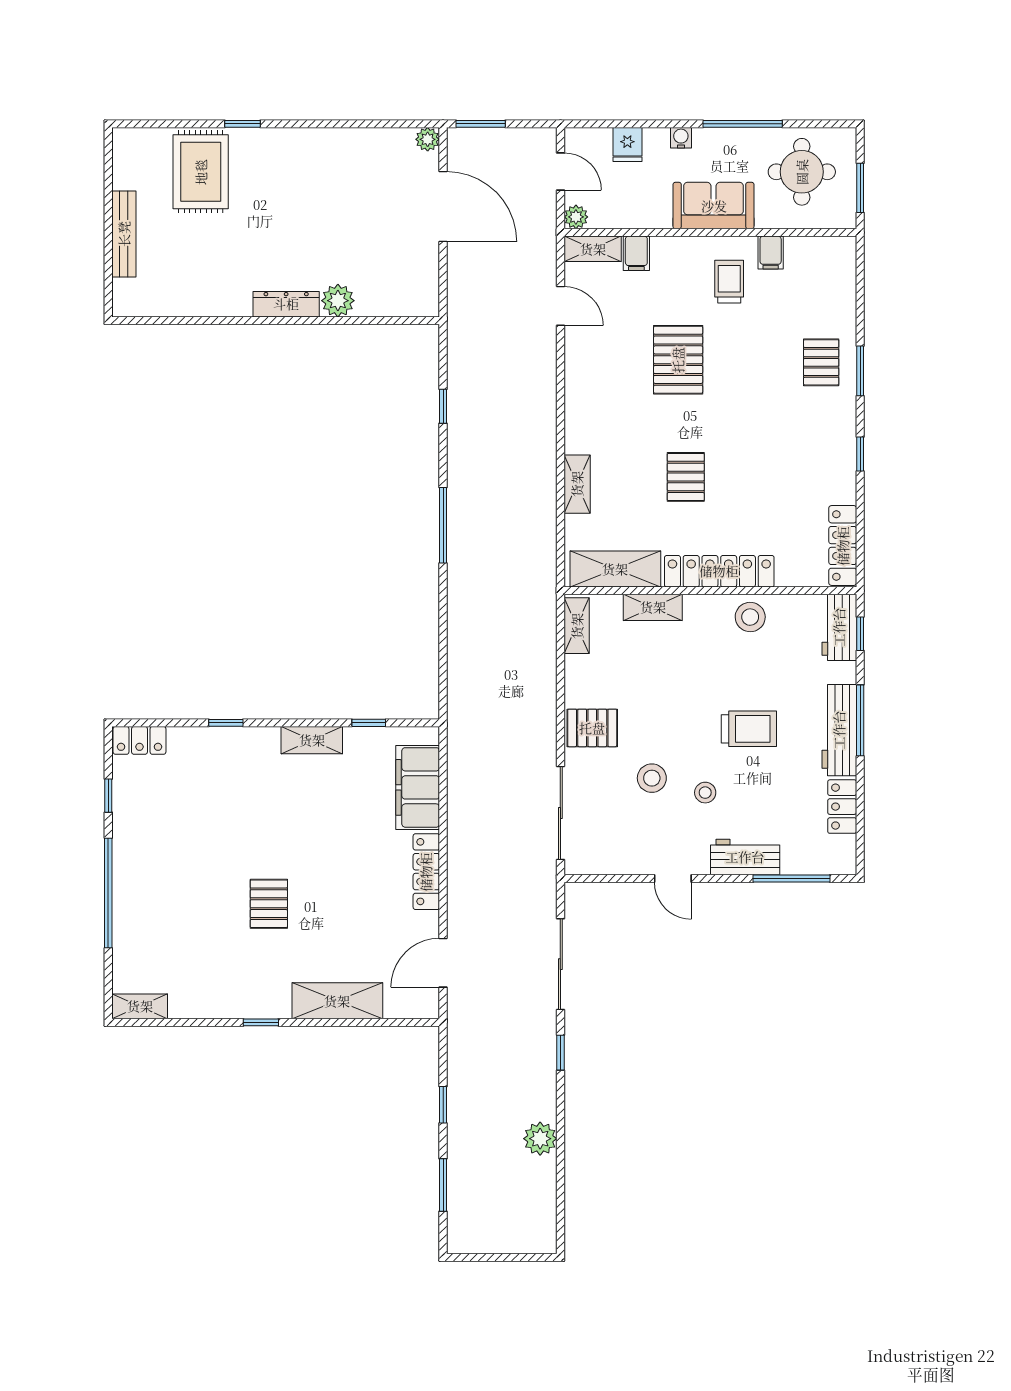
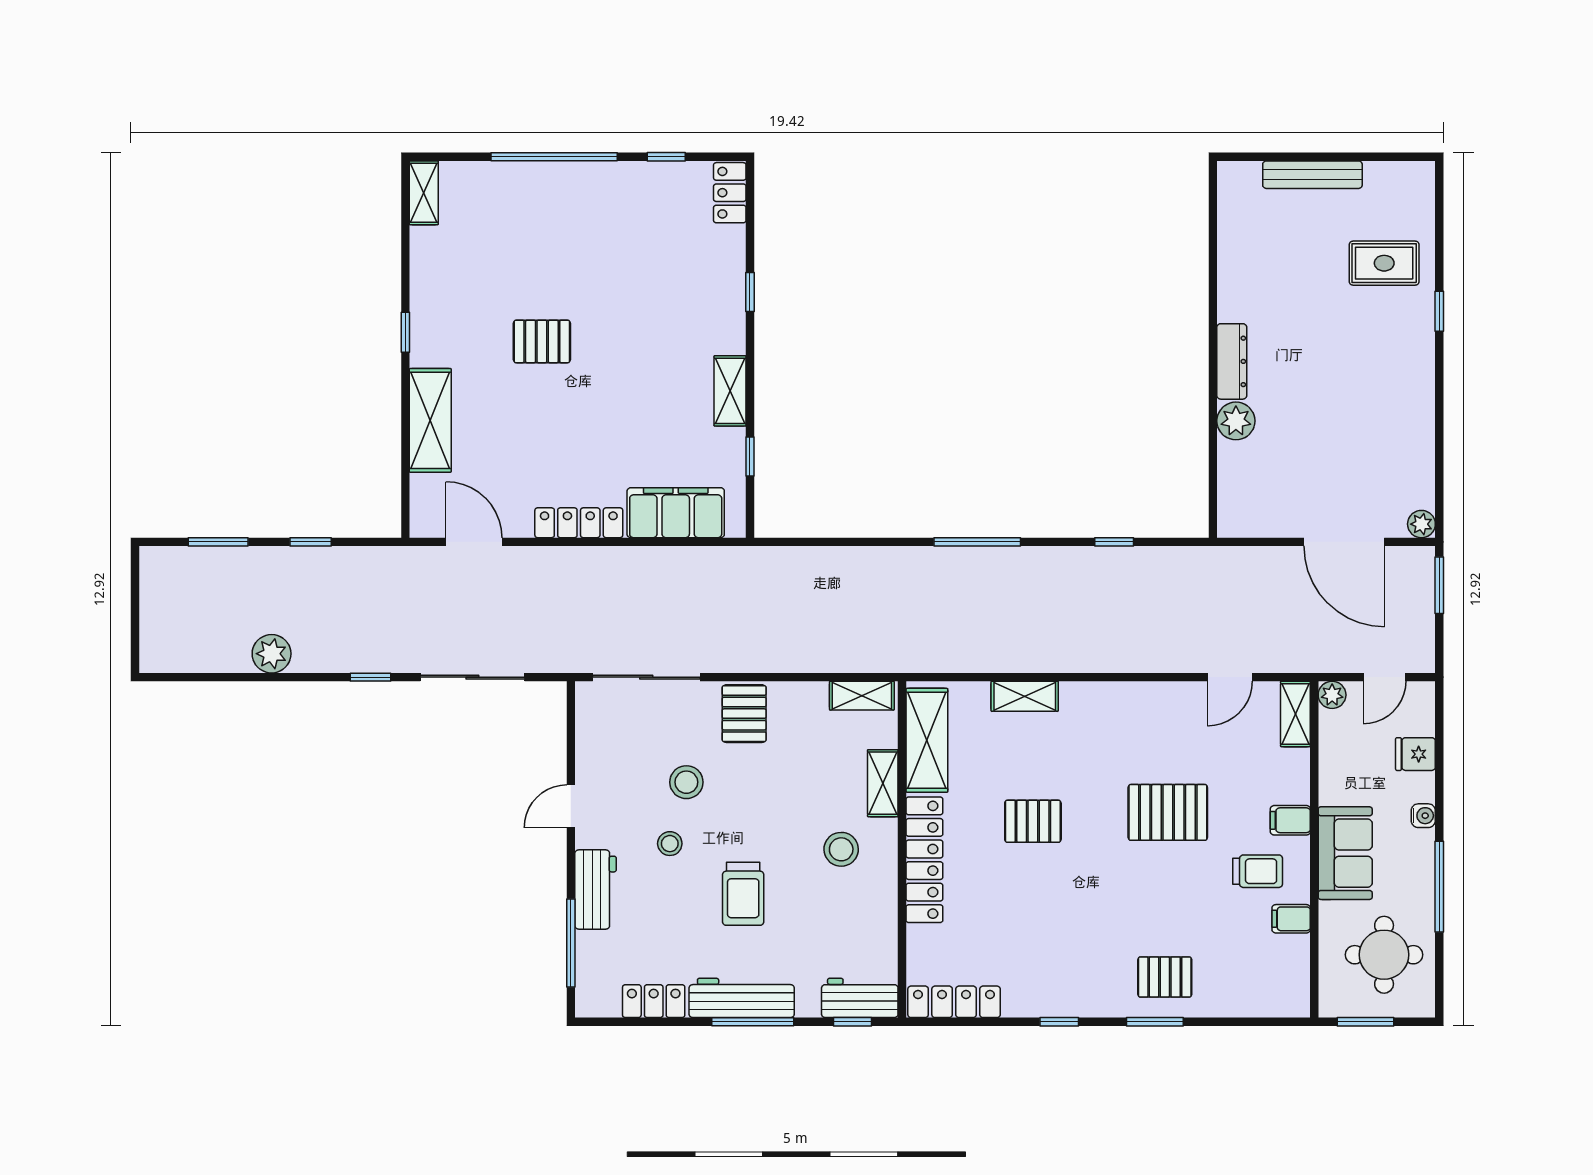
rug: (201, 172) -> (1384, 263), width x0.73, depth x0.70
door: (443, 206) -> (1344, 542), hinge flipped
filing cabinet: (636, 253) -> (1290, 820), moved
stool: (750, 617) -> (841, 849), moved

